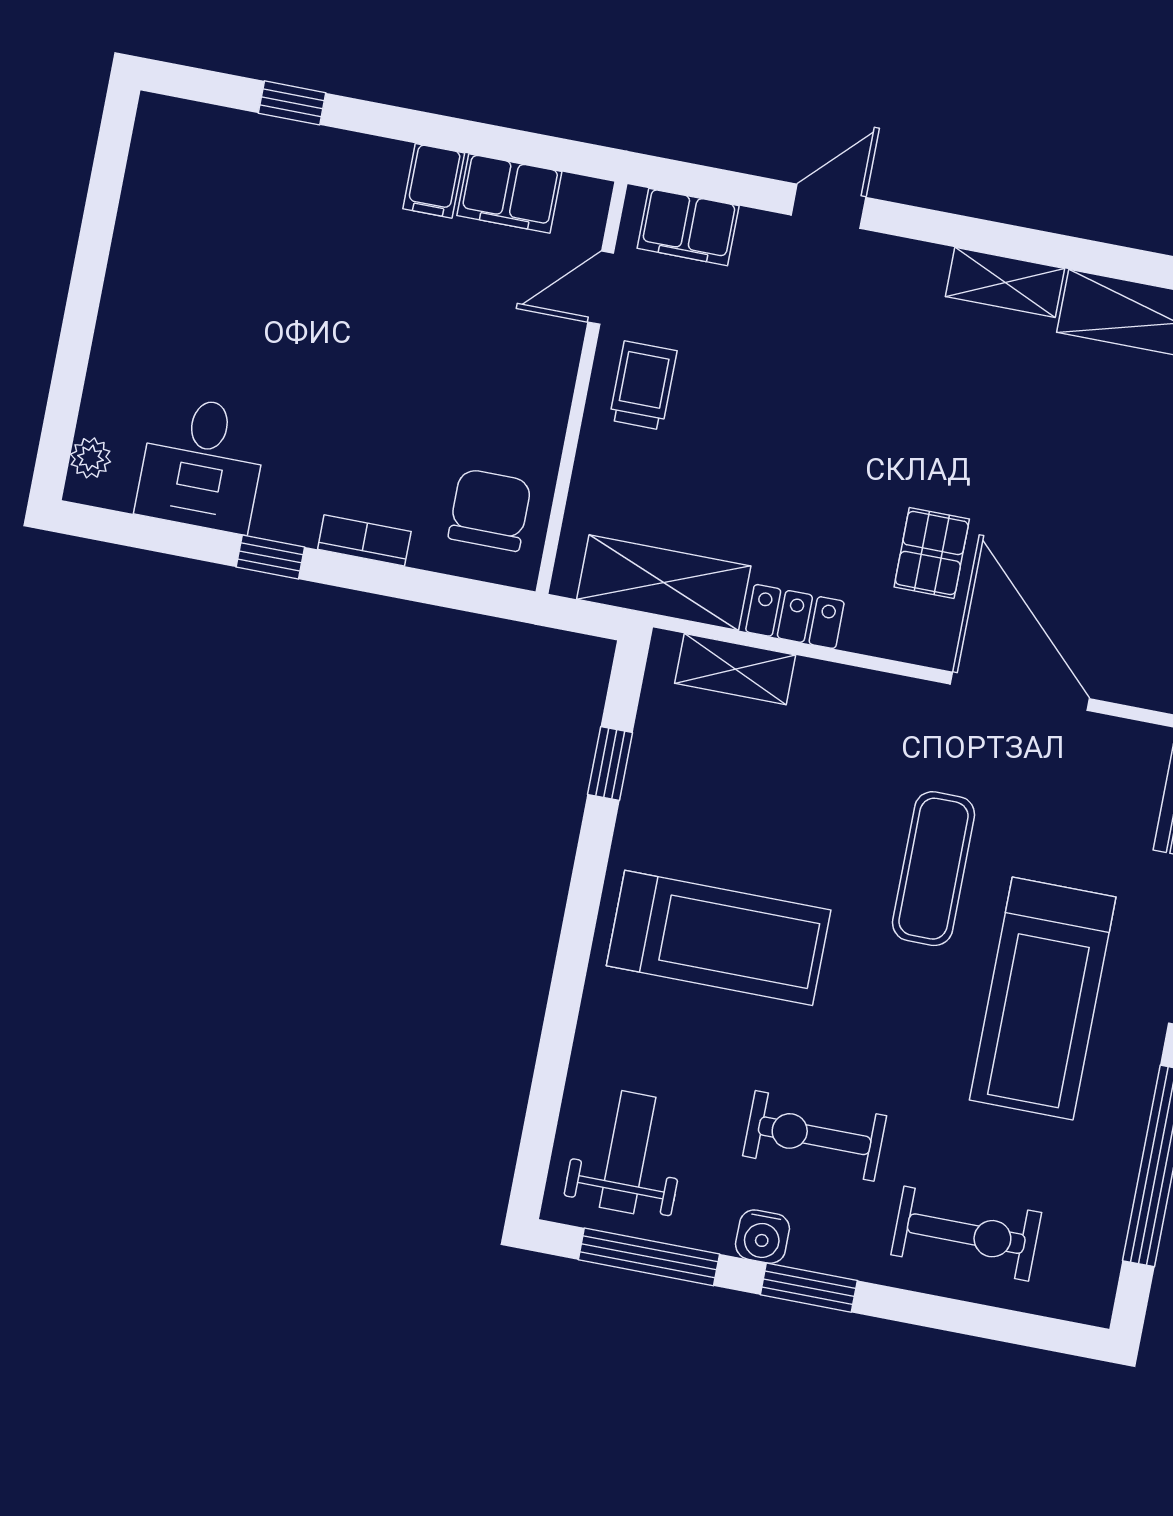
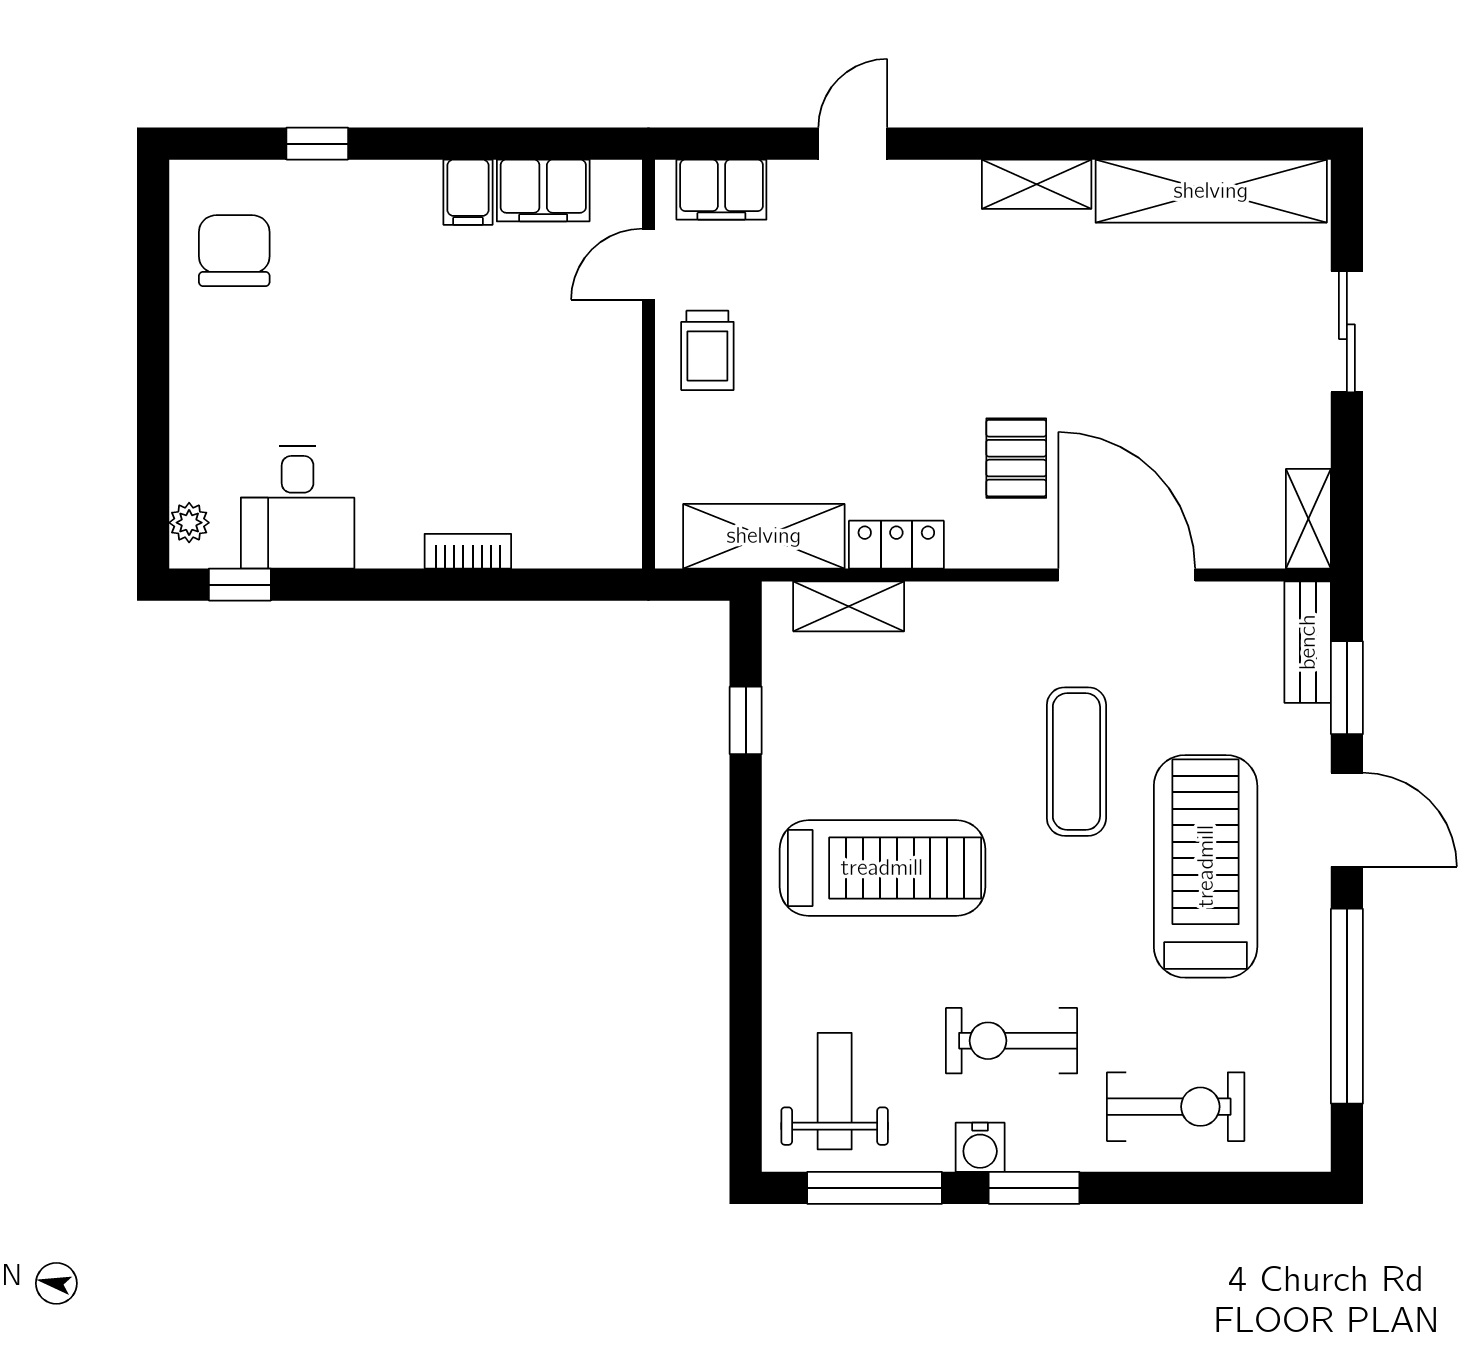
trolley: (643, 385) -> (707, 350), turned 180
chair: (490, 510) -> (234, 251), moved
window: (270, 557) -> (240, 585), moved
treadmill: (1043, 999) -> (1206, 866), turned 180

